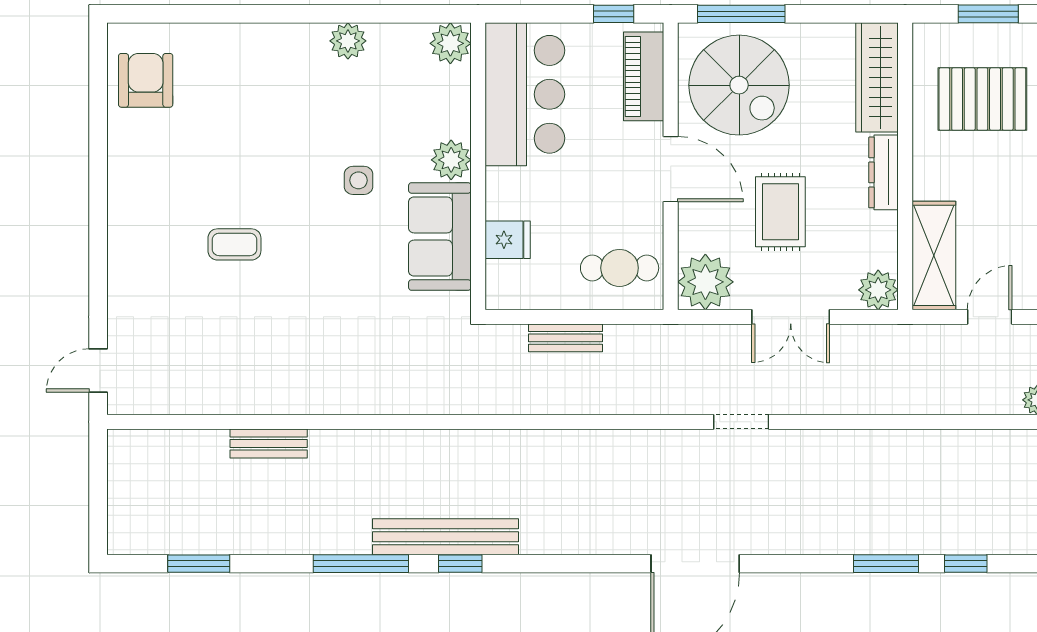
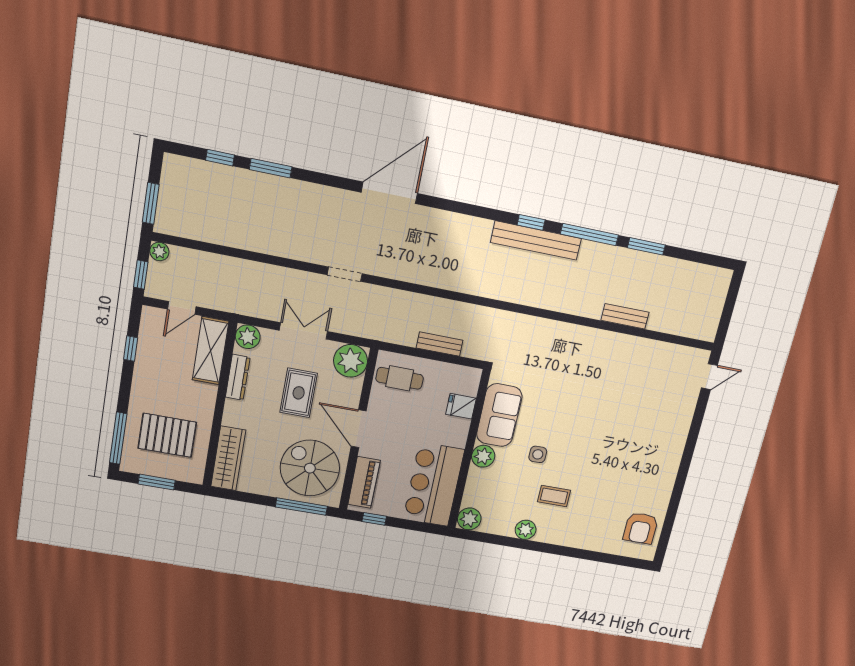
dresser: (883, 172) -> (238, 377), moved
coffee table: (234, 244) -> (554, 496), moved
window: (199, 564) -> (646, 246), moved

